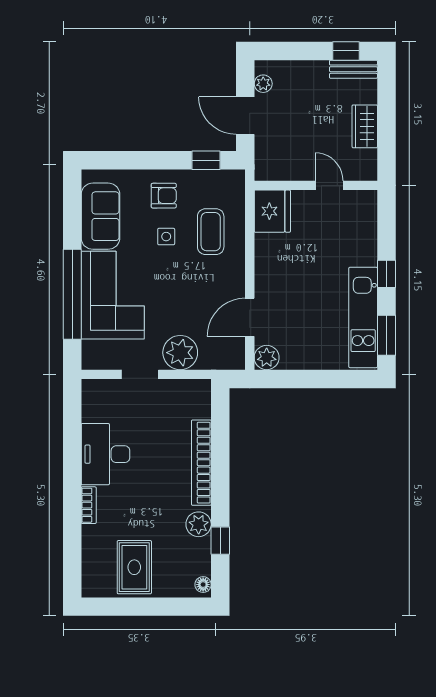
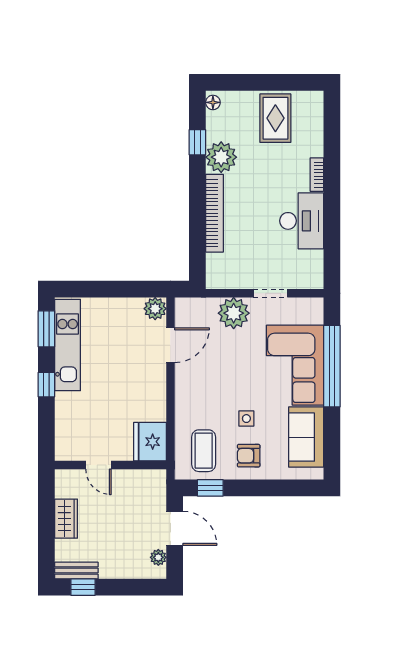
coffee table: (211, 232) -> (204, 451), moved
plant: (199, 524) -> (221, 157), width x1.36, depth x1.36

